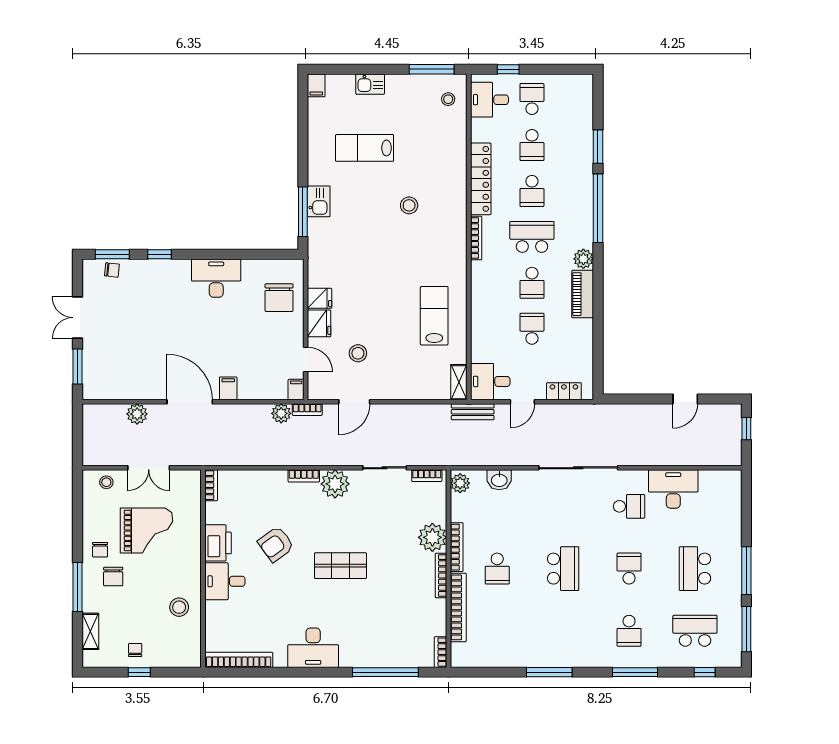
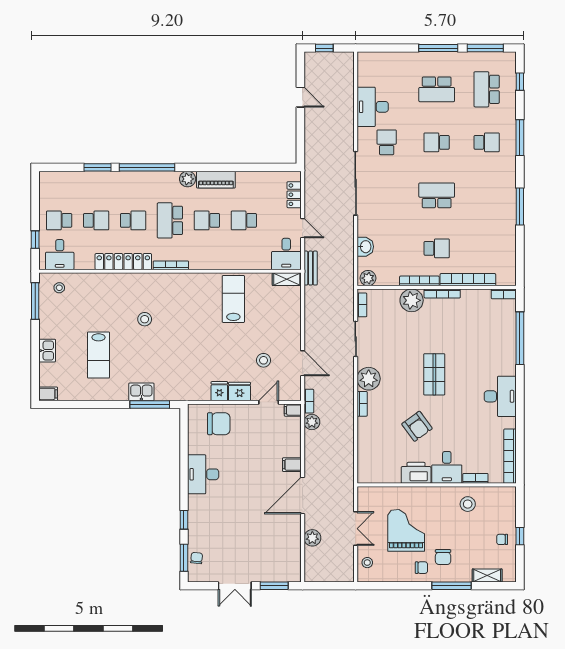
school desk: (532, 283) -> (207, 220), turned 180
lab bench: (434, 316) -> (233, 299), turned 90
bookcase: (211, 485) -> (475, 478), moved
chair: (113, 577) -> (443, 557), turned 90

